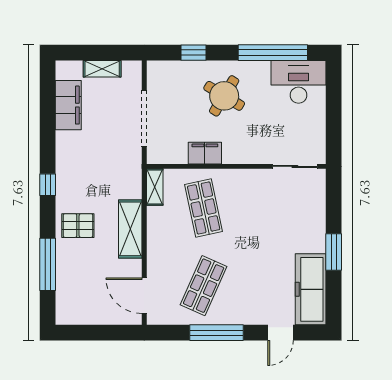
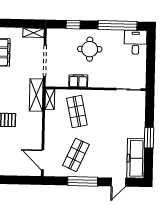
shelving: (102, 69) -> (34, 33), moved
desk: (298, 82) -> (136, 42), width x0.73
round table: (224, 96) -> (90, 49), turned -31
shelving: (130, 229) -> (36, 95), moved

